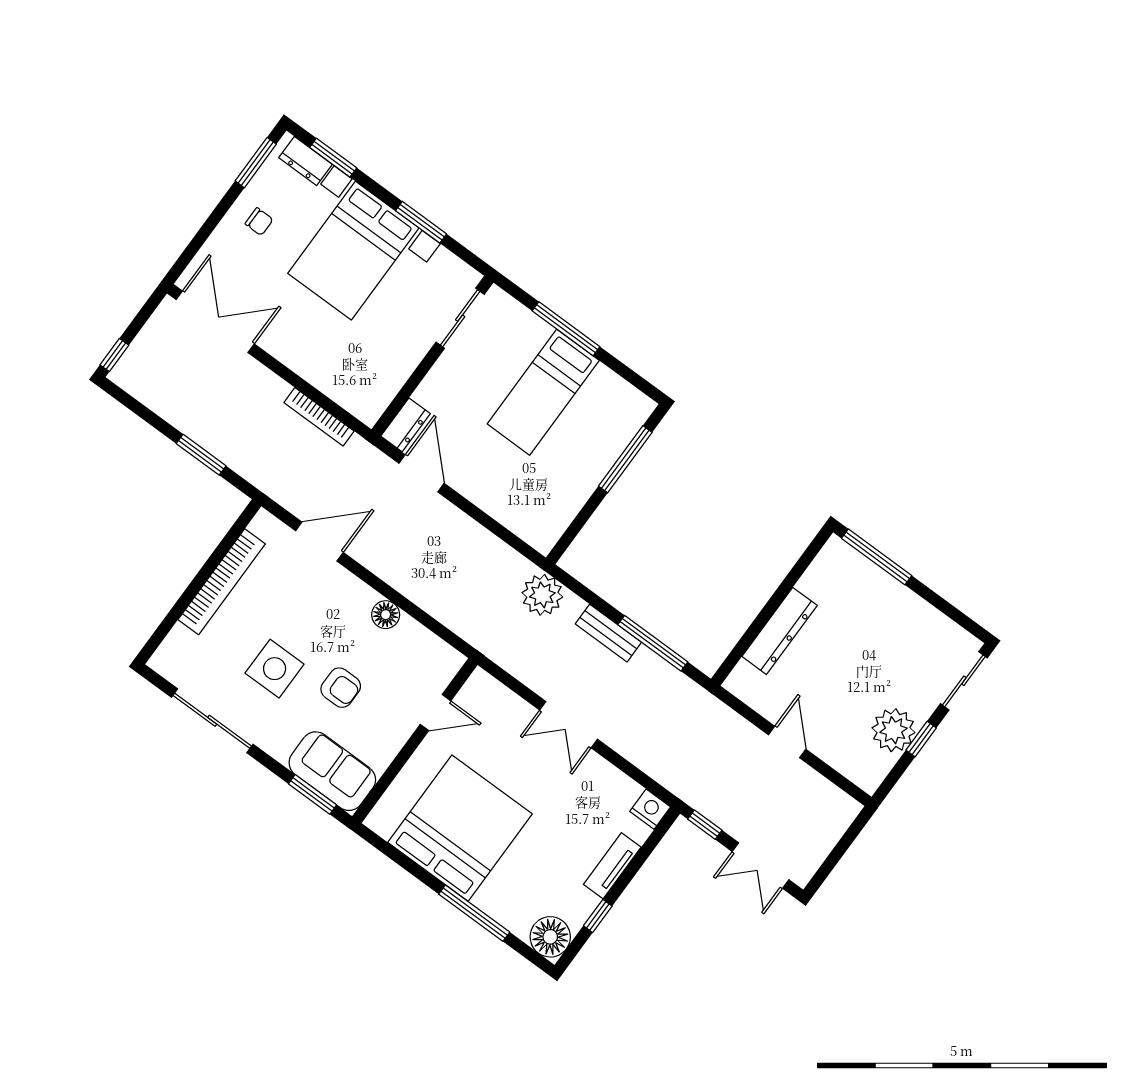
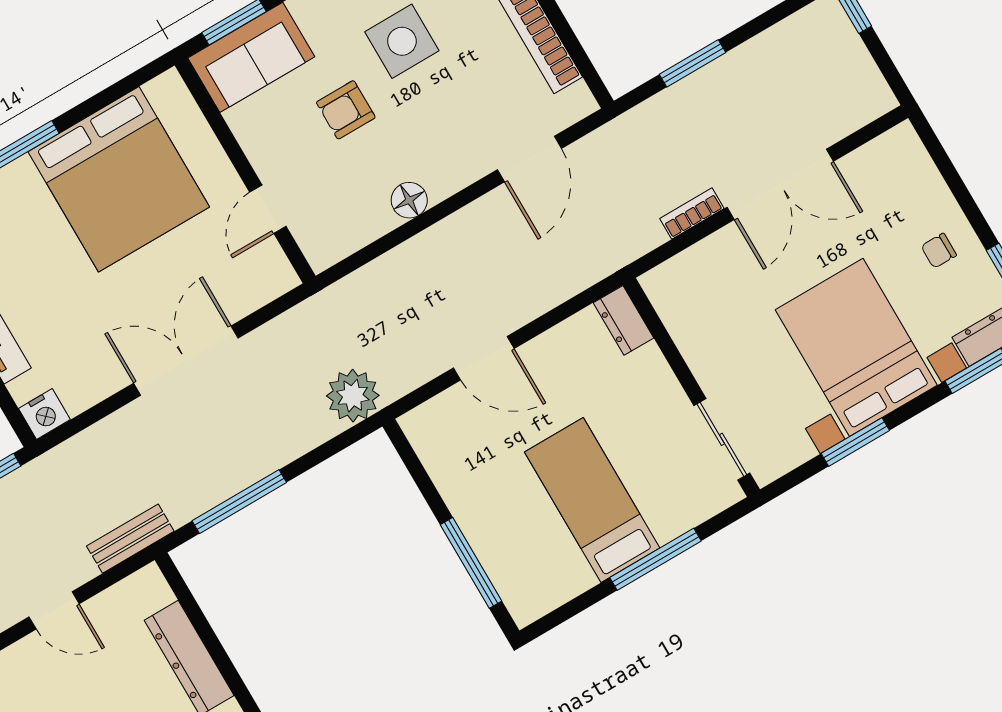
double door: (215, 322) -> (780, 184), moved
bookcase: (319, 417) -> (692, 213), width x0.64
door: (421, 473) -> (484, 358), moved
bench: (608, 633) -> (130, 539), moved
double door: (569, 725) -> (186, 361), width x1.37

